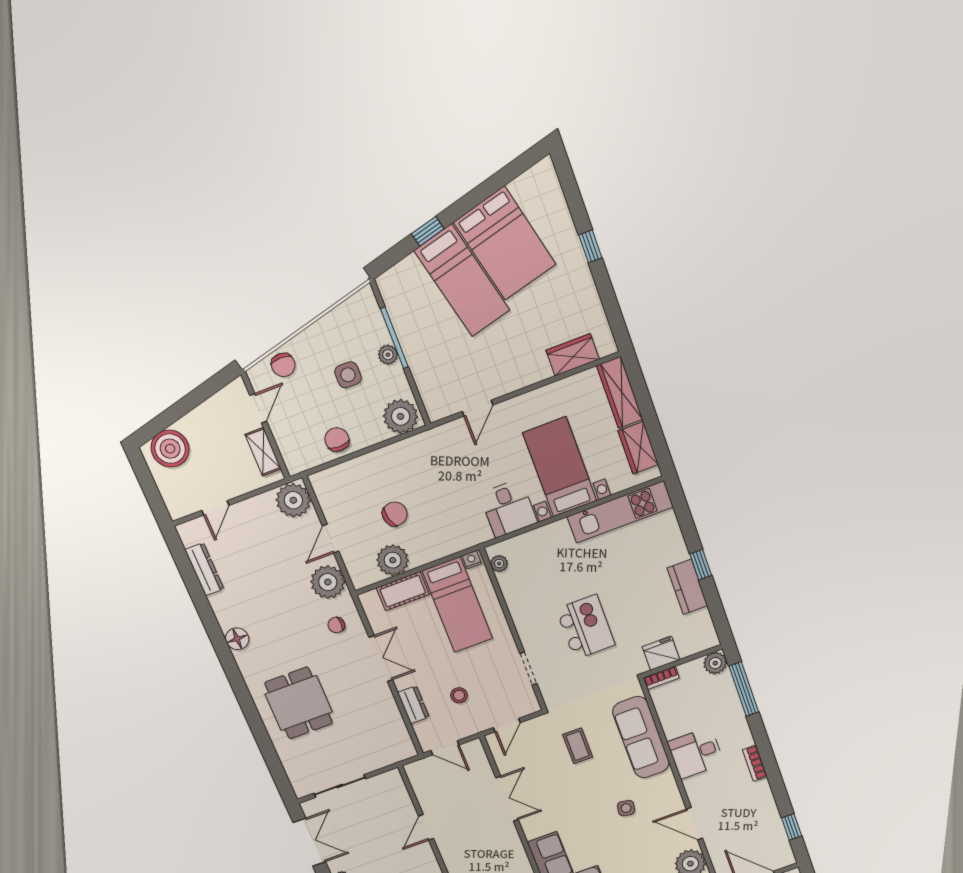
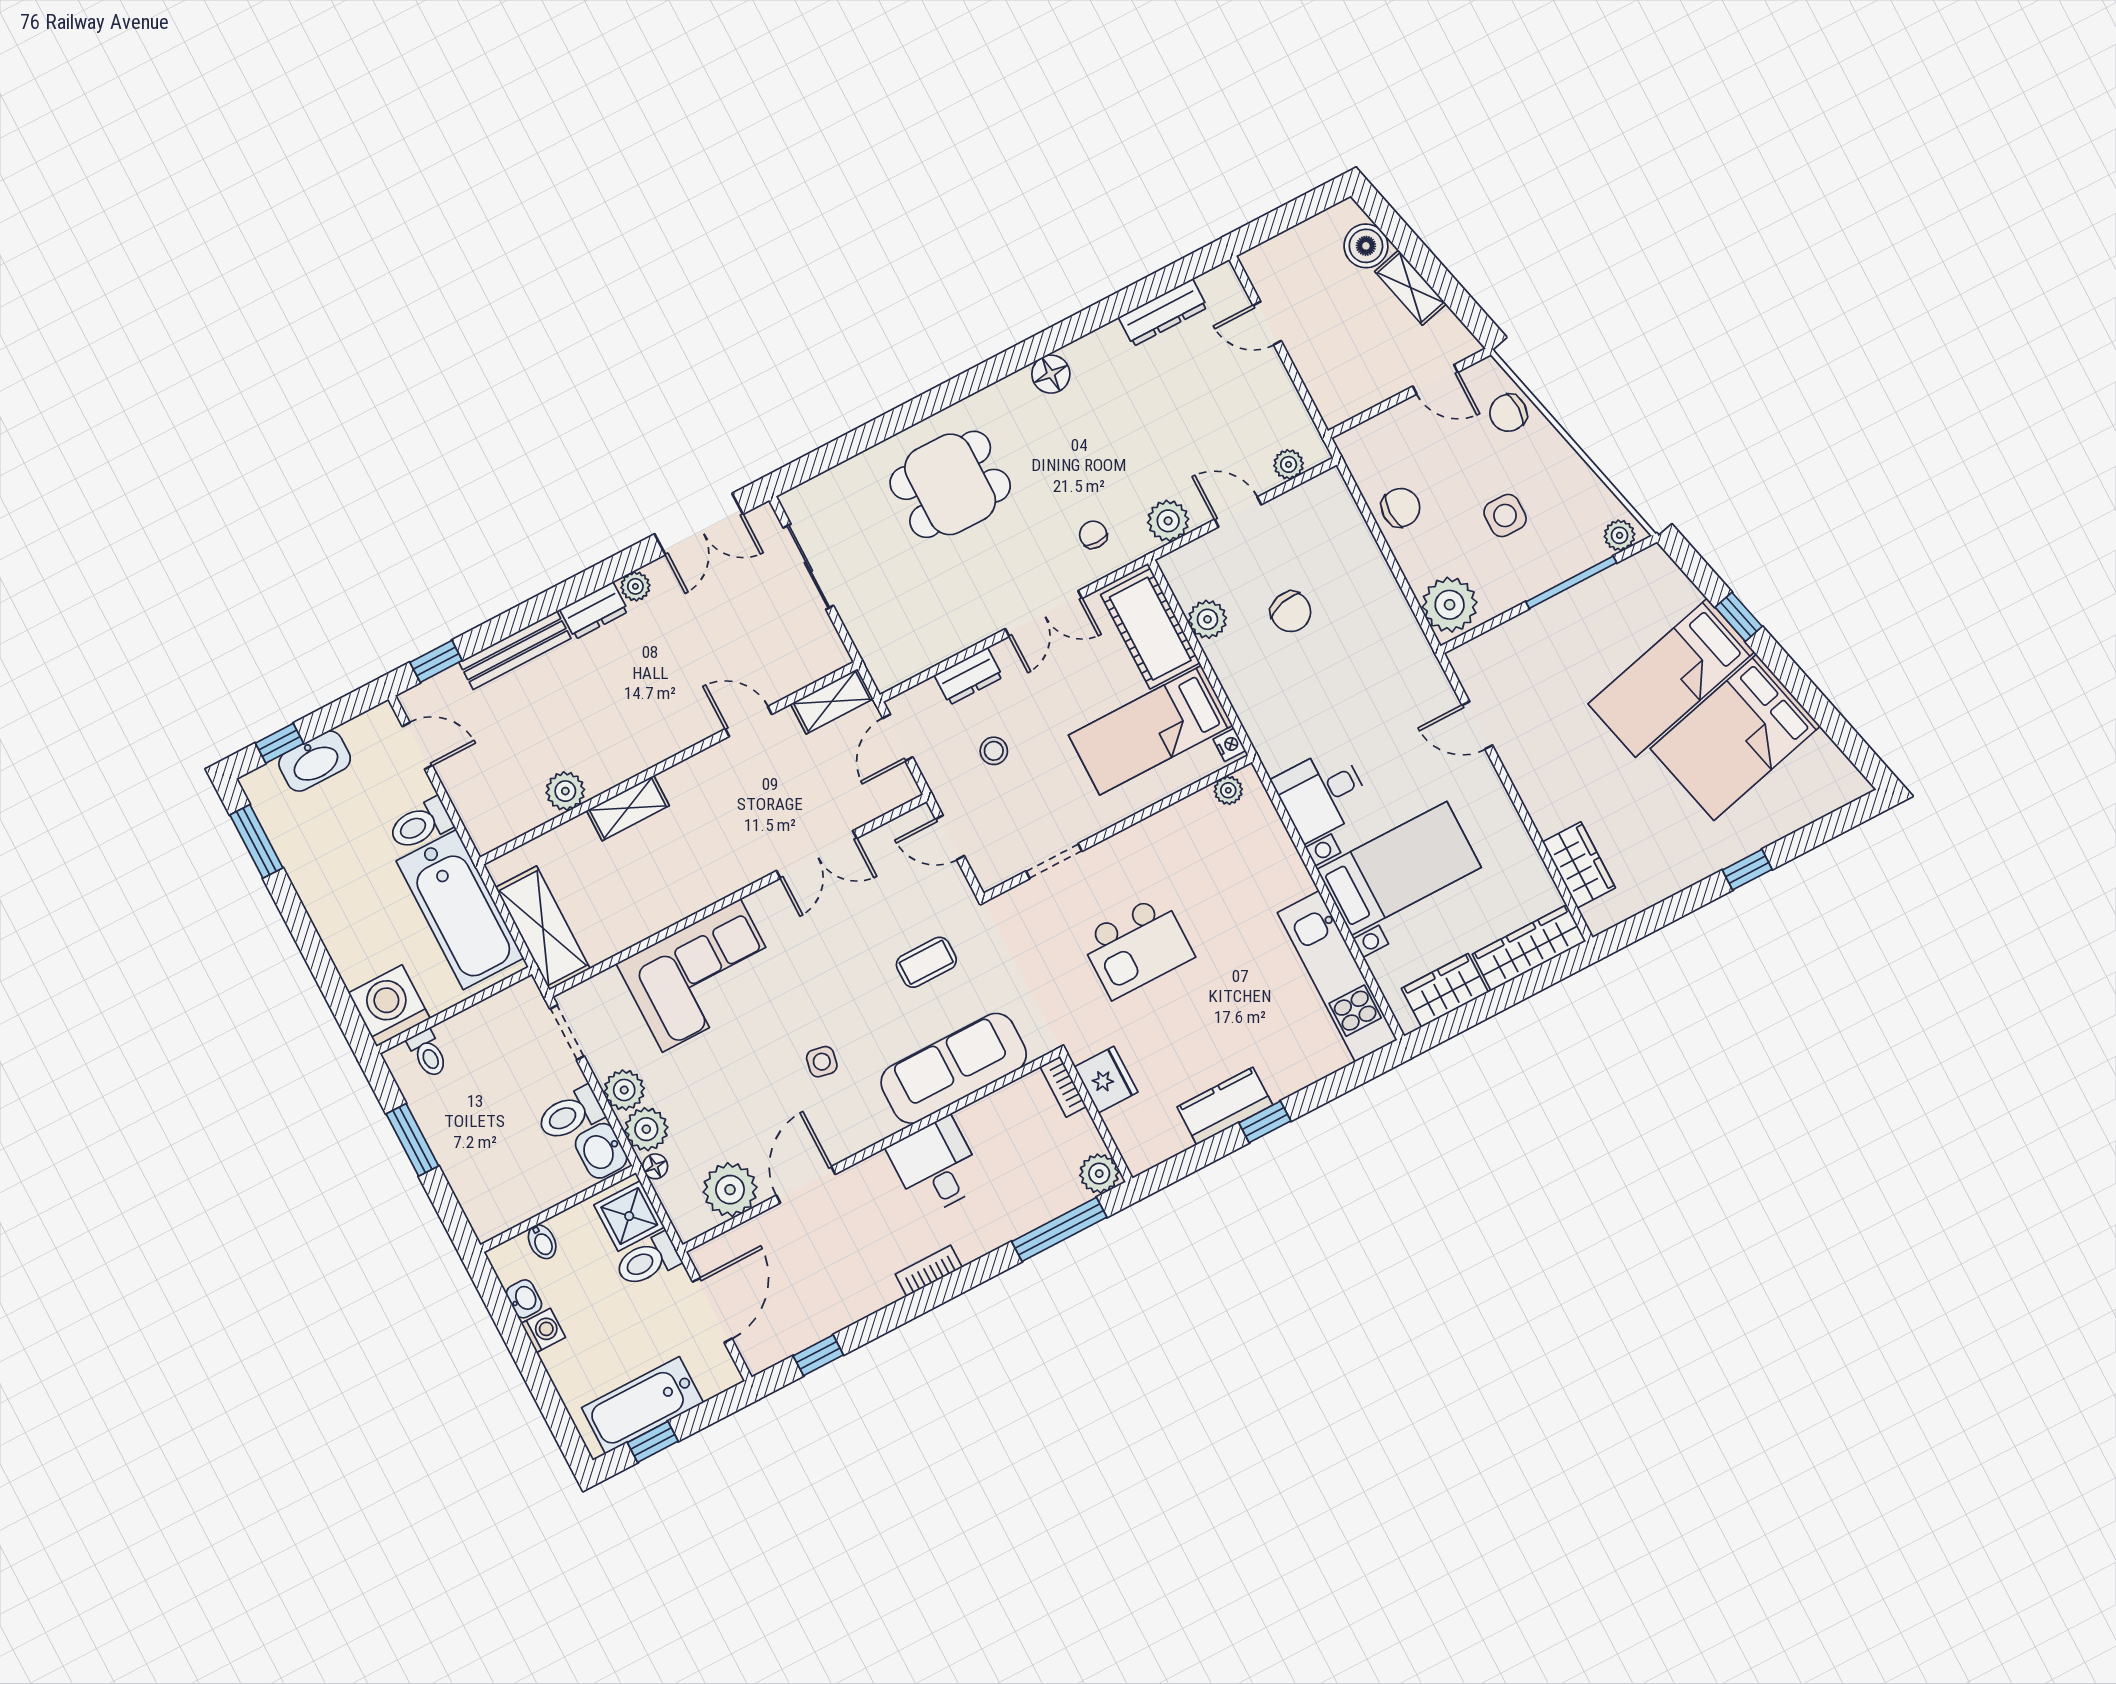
plant: (388, 355) -> (1620, 535), moved
boiler: (170, 449) -> (1366, 246), width x0.73, depth x0.73
shelving: (263, 452) -> (1411, 288), moved, turned 76
plant: (293, 500) -> (1289, 464), width x0.53, depth x0.53
plant: (393, 560) -> (1207, 619), width x0.73, depth x0.73
plant: (328, 582) -> (1168, 521), width x0.73, depth x0.73
cot: (403, 591) -> (1150, 629), width x1.37, depth x1.34
shelving: (420, 781) -> (832, 701), added

